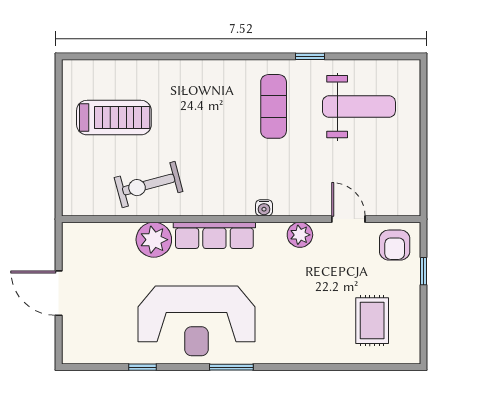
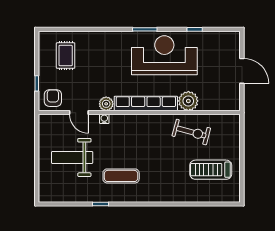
exercise mat: (274, 106) -> (121, 176), turned 90
weight bench: (359, 107) -> (72, 157), moved
exercise bike: (149, 185) -> (191, 132), turned 30
water cooler: (264, 208) -> (104, 119), moved
row of seats: (214, 235) -> (146, 103), width x1.36

